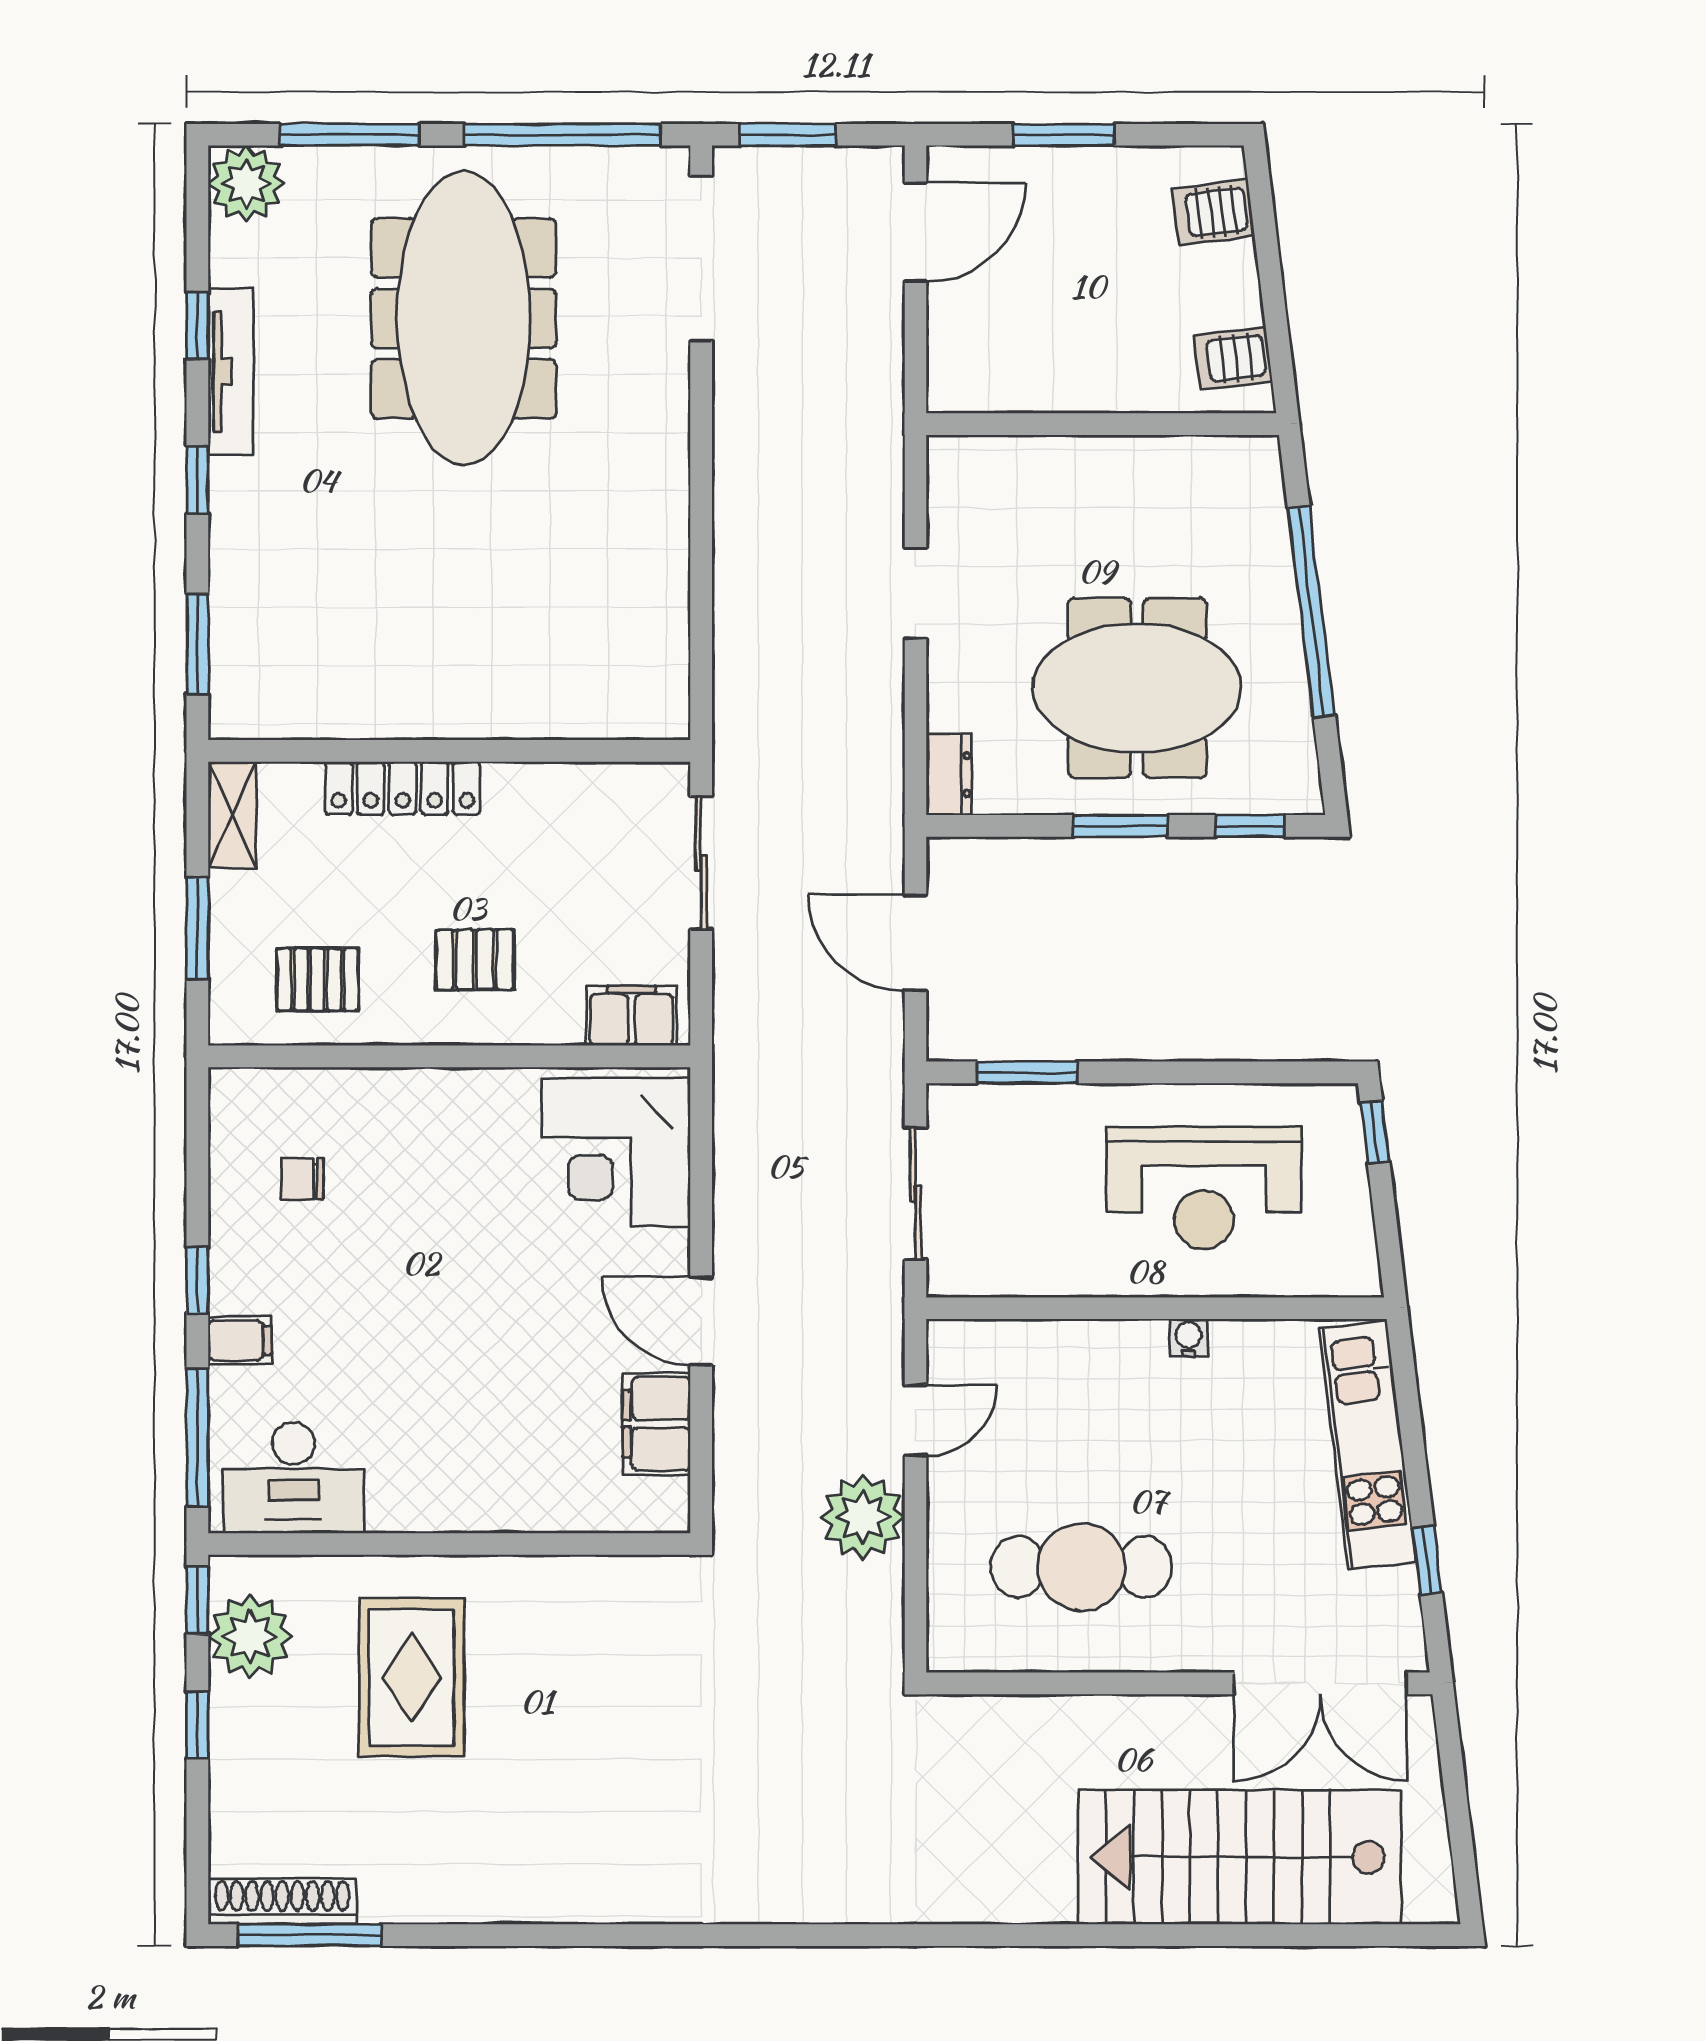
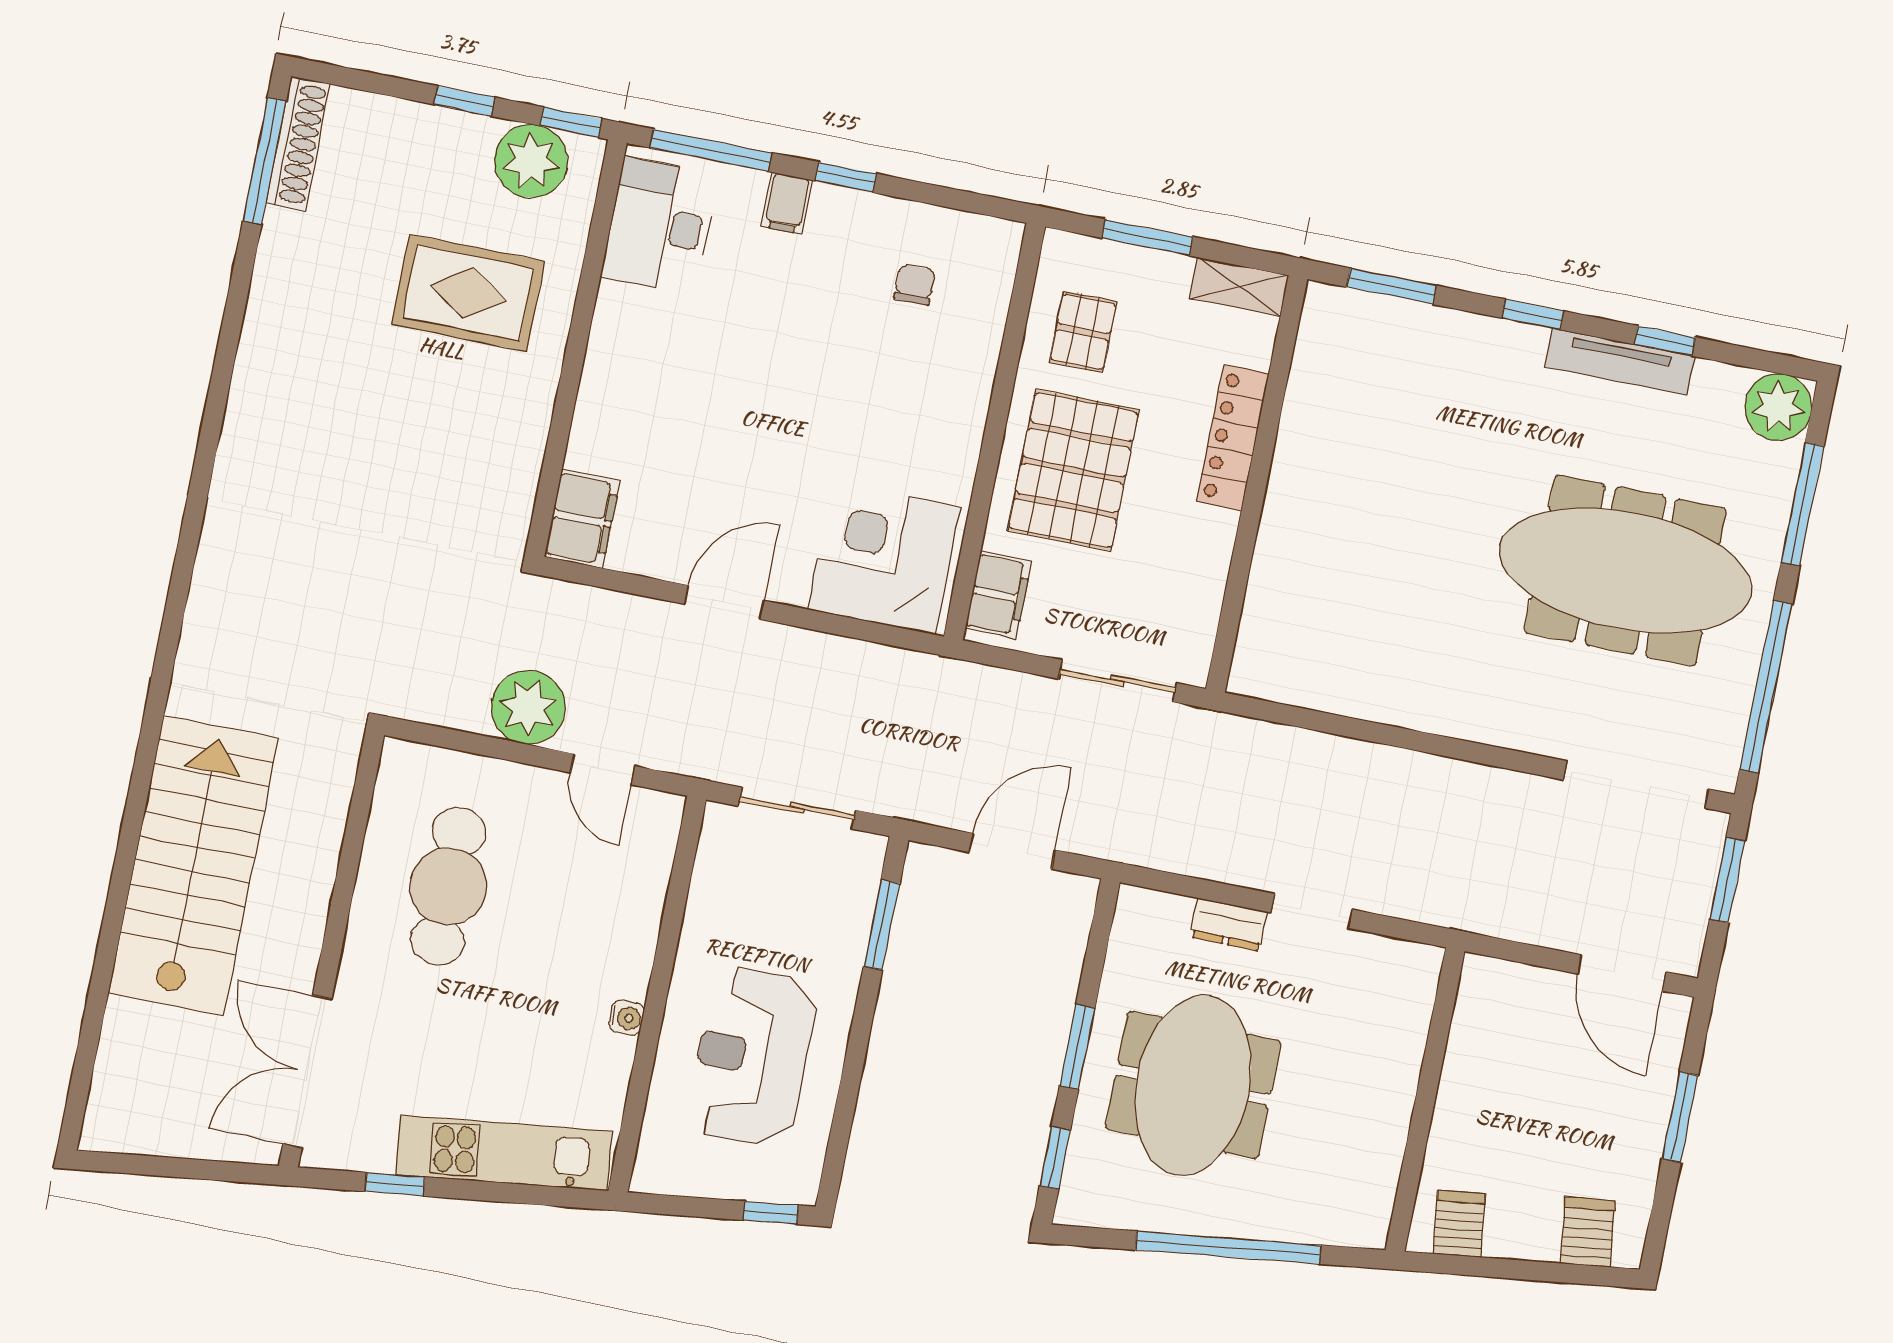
dresser: (949, 774) -> (1229, 924), moved
pallet: (475, 960) -> (1073, 470), width x2.05, depth x2.00
filing cabinet: (656, 1424) -> (582, 519), moved, turned 90
stairs: (1239, 1857) -> (193, 866), moved

